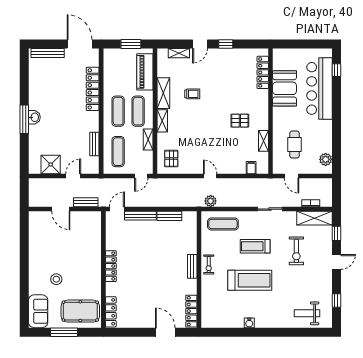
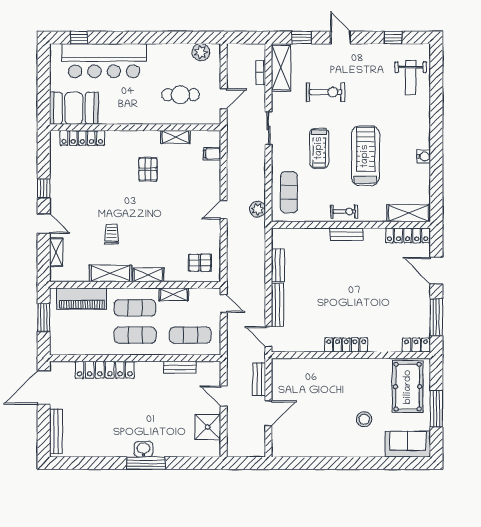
booth: (285, 88) -> (74, 108), moved
locker: (111, 312) -> (416, 345), width x0.66
shelving: (208, 312) -> (409, 213), added
window: (131, 332) -> (436, 317), added
door: (165, 332) -> (436, 271), hinge flipped

